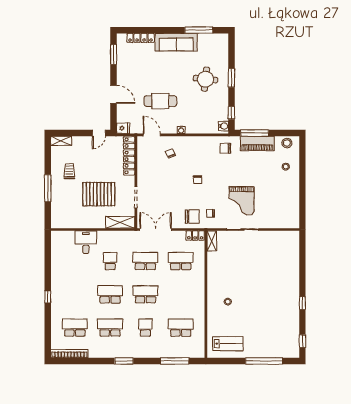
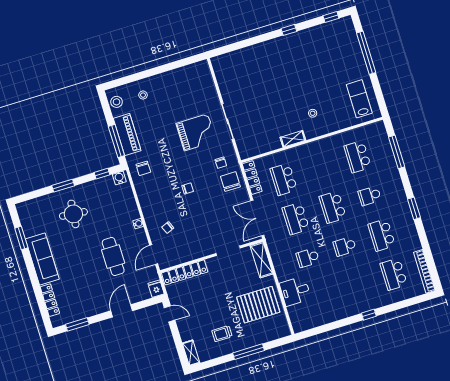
window: (199, 30) -> (21, 238), width x0.69
pallet: (99, 194) -> (258, 305), moved, turned 90
locker: (195, 236) -> (252, 178), width x1.53
shelving: (212, 241) -> (293, 139), moved
school desk: (110, 294) -> (345, 246), width x0.54

